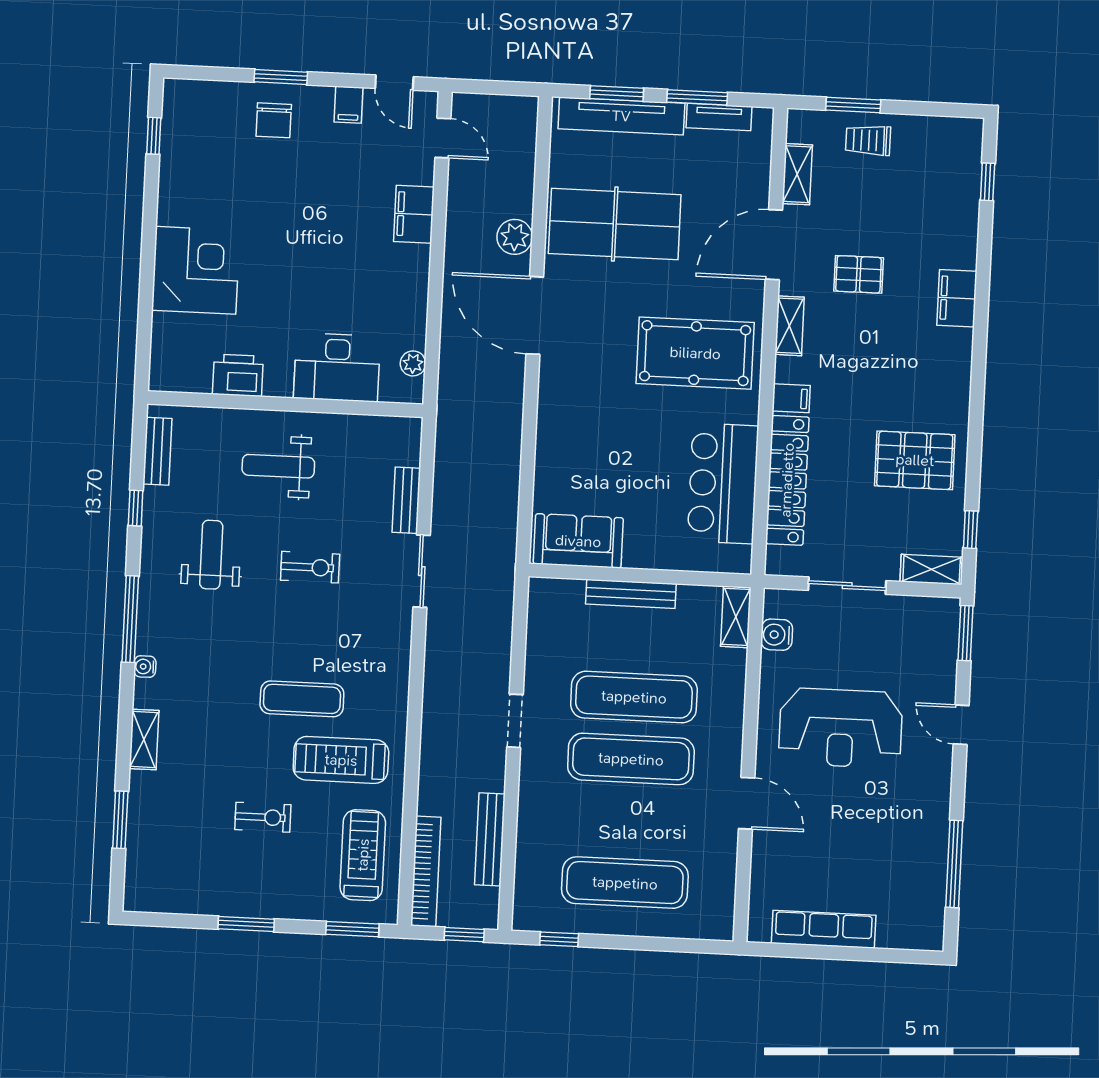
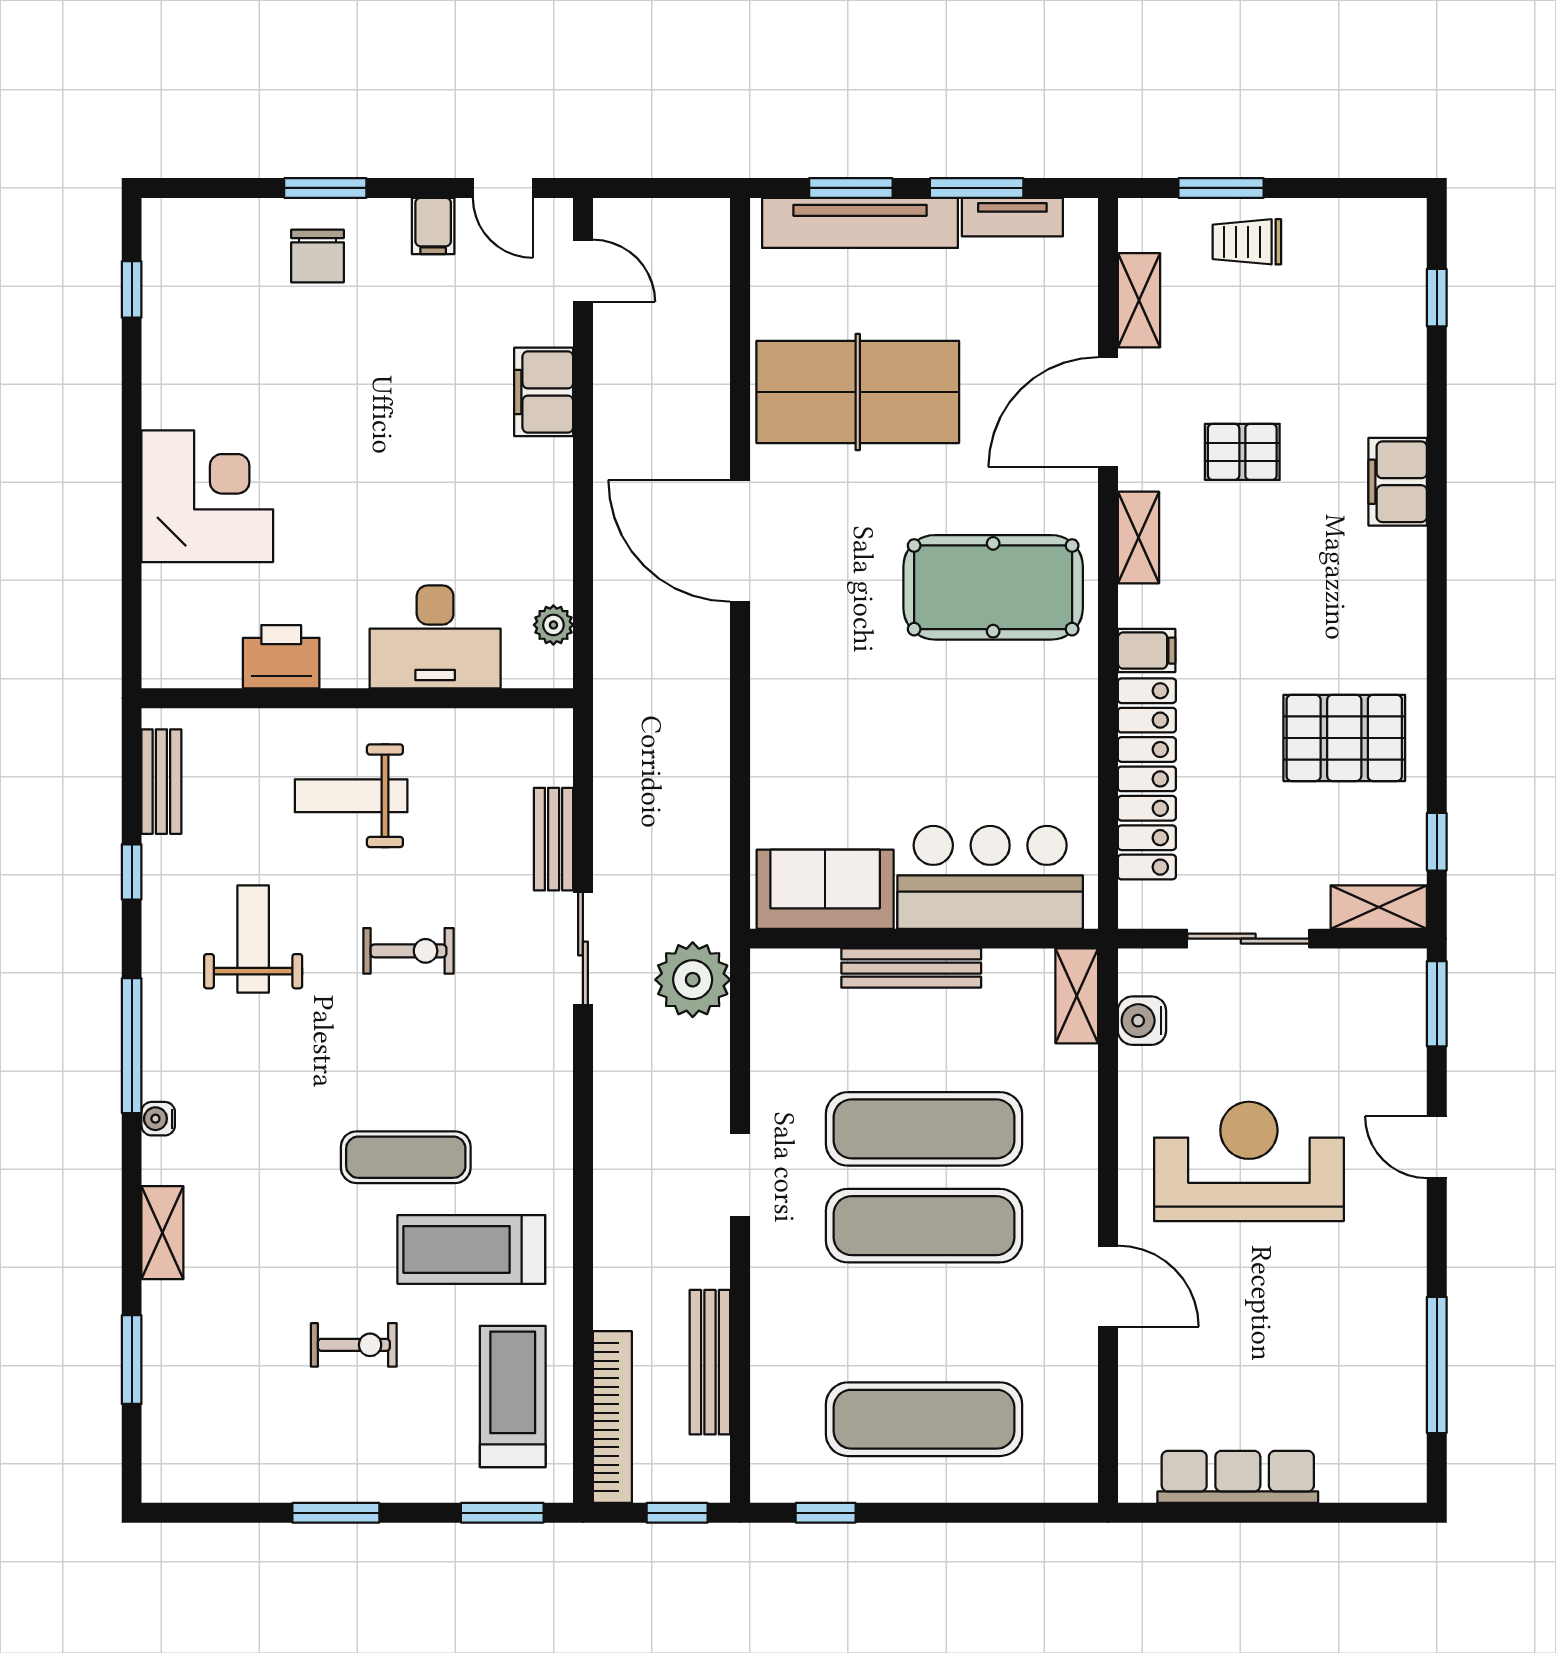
plant: (515, 237) -> (693, 980), moved, width x1.36, depth x1.36
bar counter: (723, 483) -> (990, 877), moved, turned 90
reception desk: (841, 728) -> (1249, 1161), turned 180

